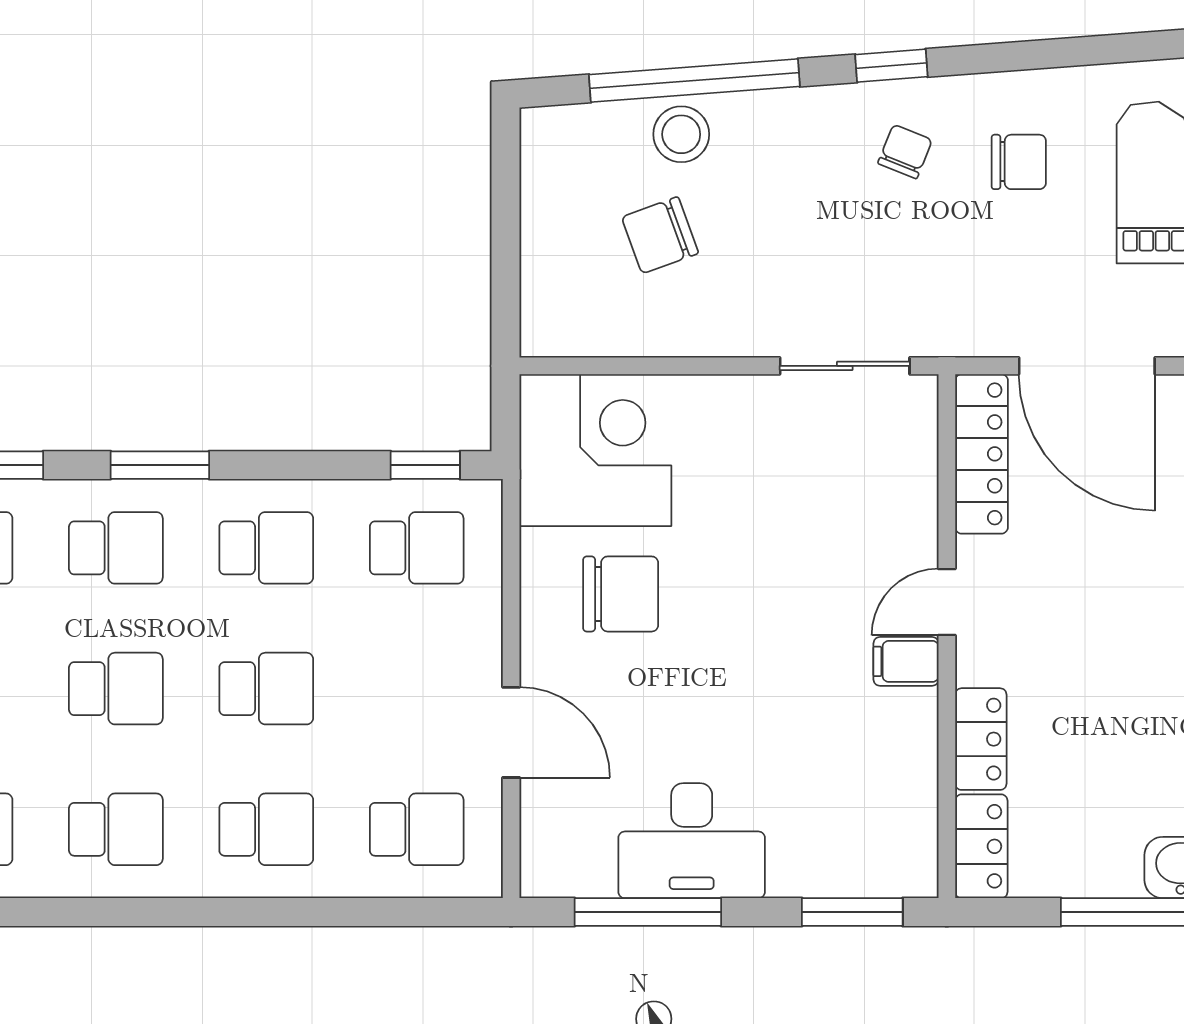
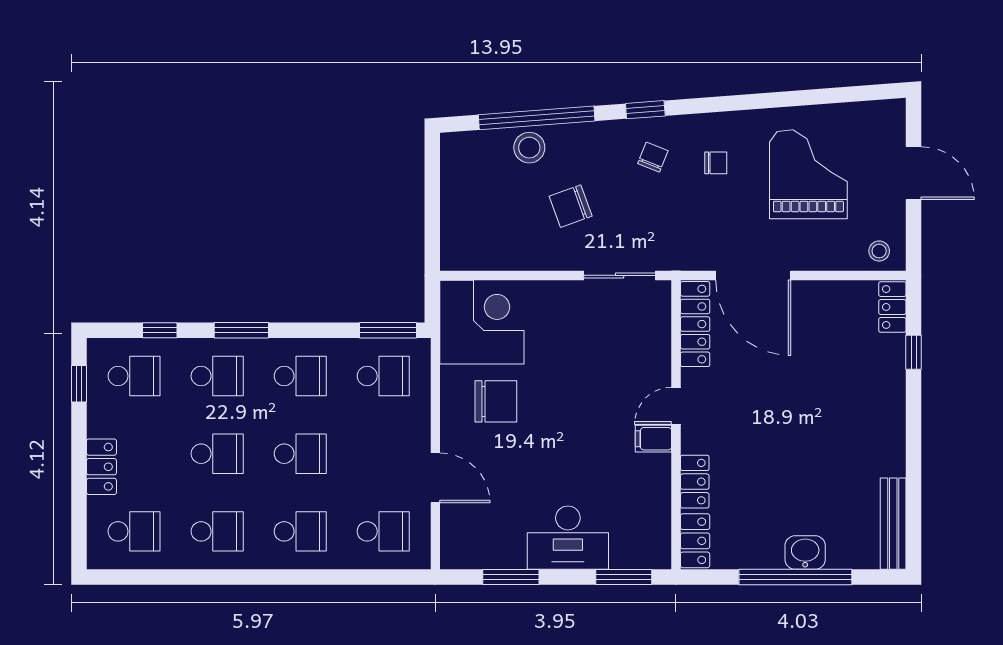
chair: (1019, 162) -> (716, 163), width x0.73, depth x0.73
chair: (660, 235) -> (571, 206), moved
window: (425, 465) -> (388, 330), width x1.50
desk: (692, 841) -> (568, 538), moved
window: (648, 912) -> (511, 577), width x0.69

